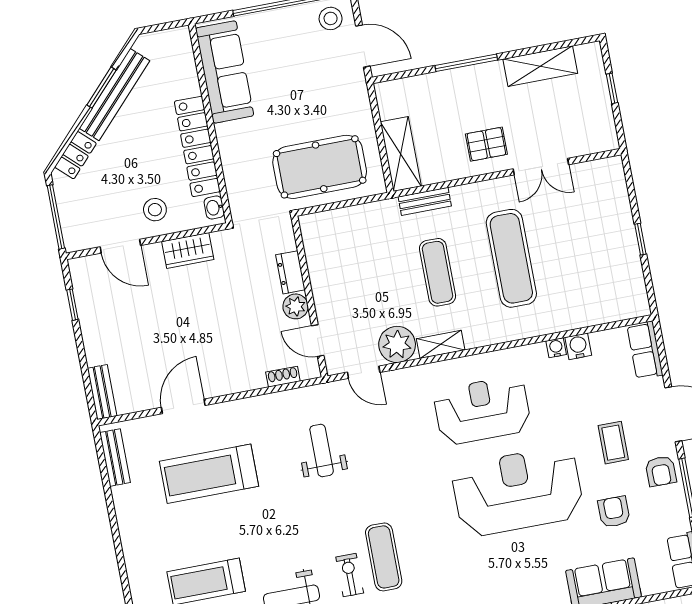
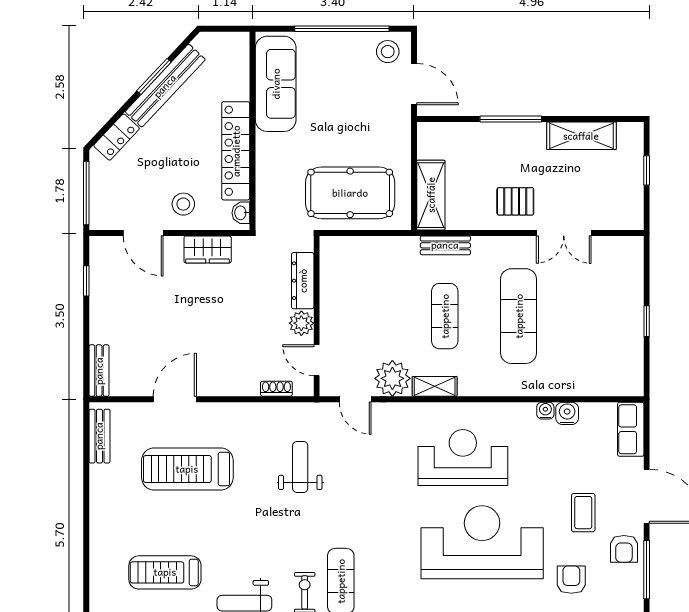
dresser: (290, 272) -> (303, 281), width x1.44

